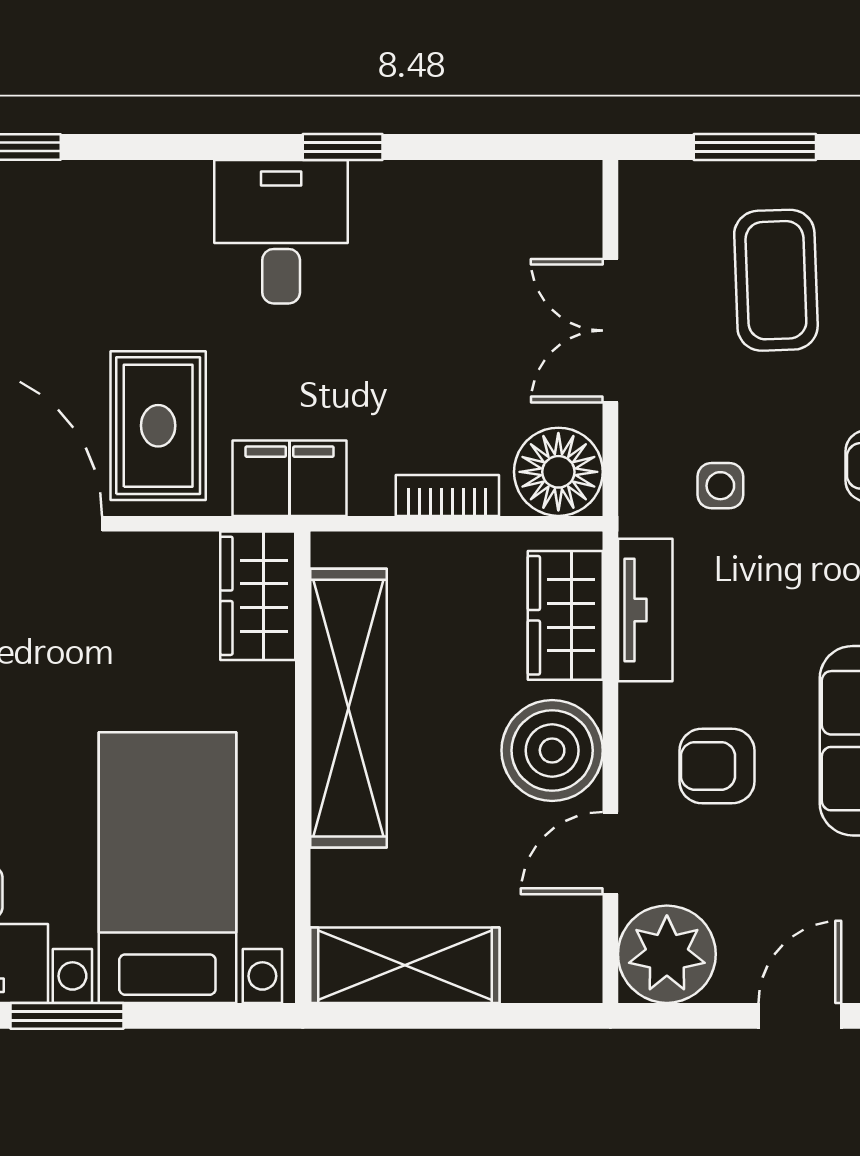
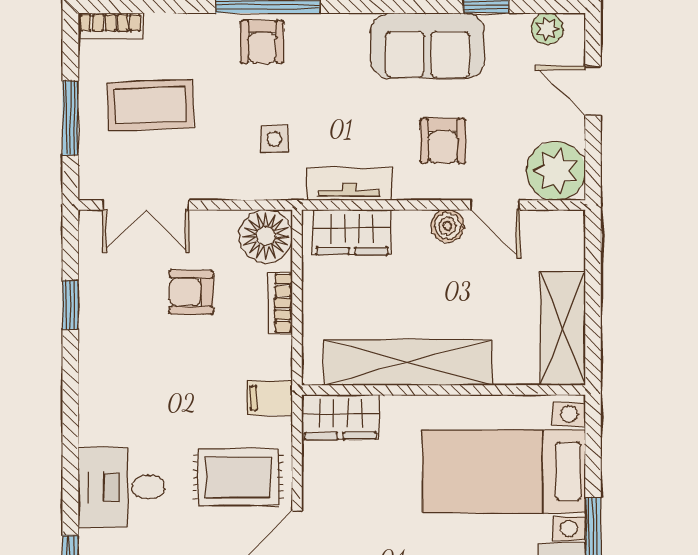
window: (343, 147) -> (70, 305), moved
desk: (281, 232) -> (121, 487), moved
double door: (610, 331) -> (146, 205), moved
armchair: (465, 348) -> (191, 292), added
filing cabinet: (290, 478) -> (270, 398), width x0.50
boiler: (552, 750) -> (448, 226), width x0.54, depth x0.54

